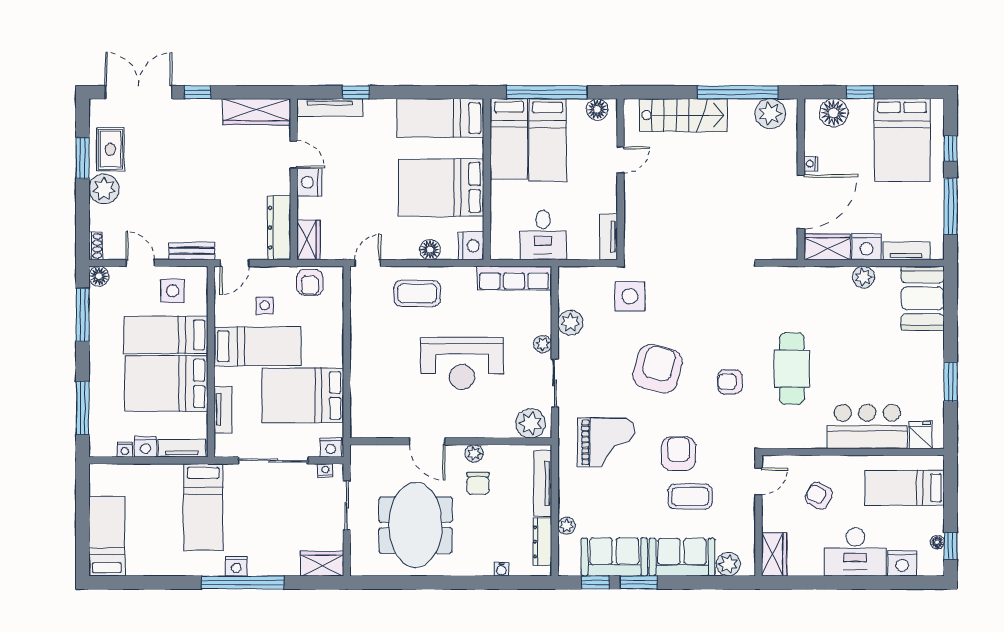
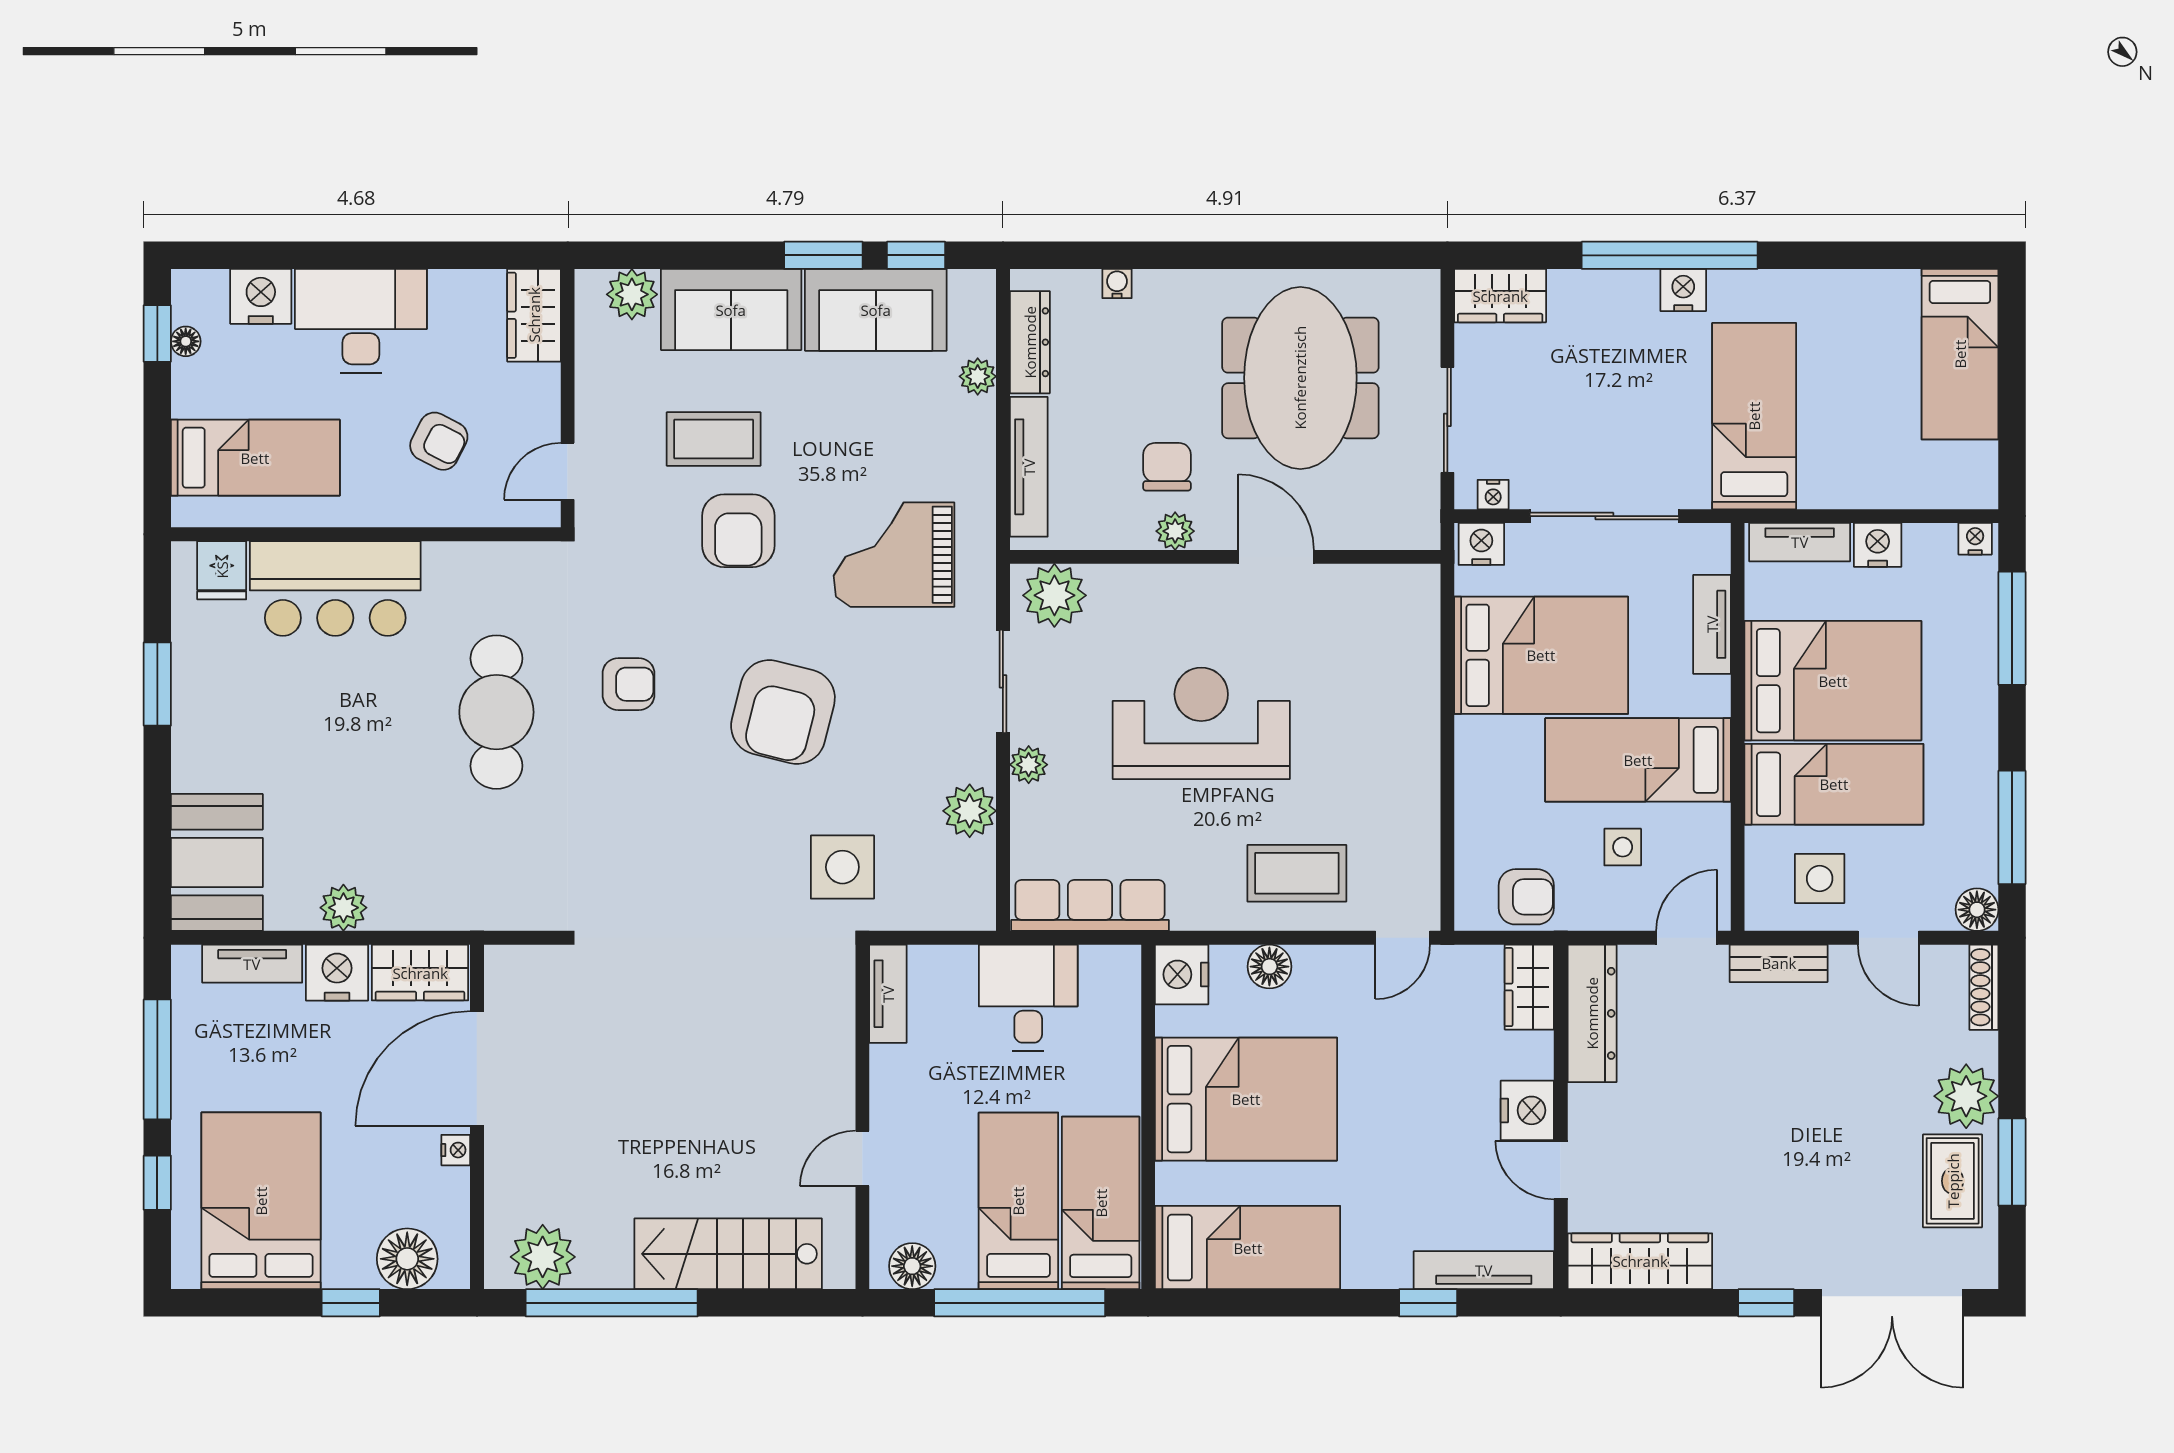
shoe rack: (96, 246) -> (1984, 987), width x1.43
armchair: (310, 282) -> (1526, 897), turned 90
nightstand: (125, 450) -> (1975, 539), moved

